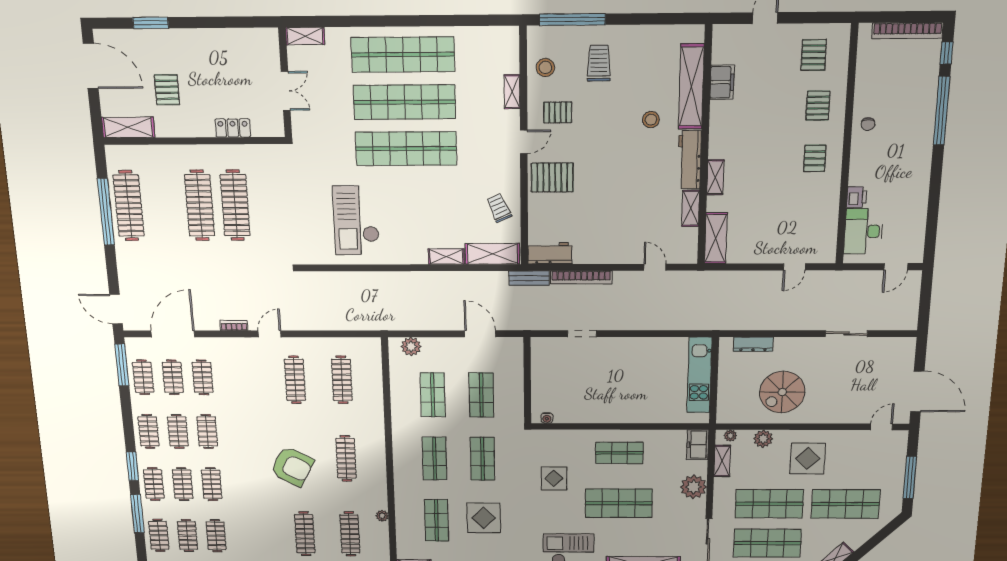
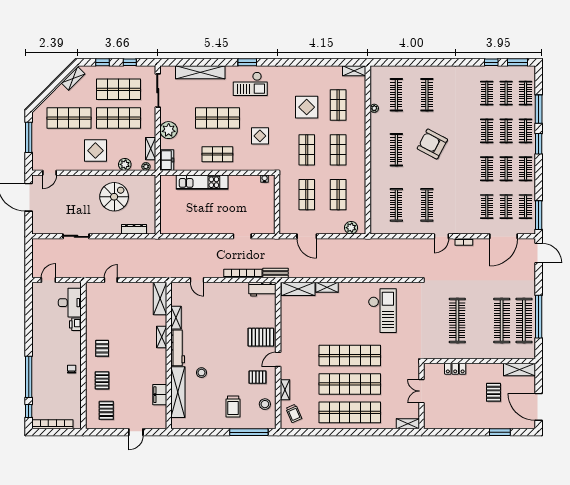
clothes rail: (200, 205) -> (502, 321), moved
trolley: (499, 208) -> (294, 413), moved
kitchen unit: (699, 375) -> (202, 182), moved, turned 90

